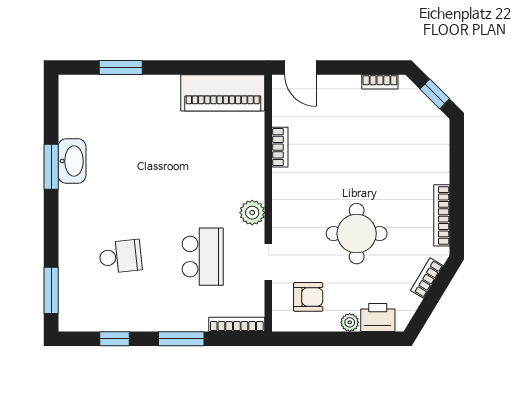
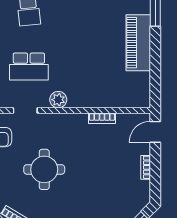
bookcase: (380, 82) -> (146, 167), moved
piano: (223, 93) -> (138, 43), moved

